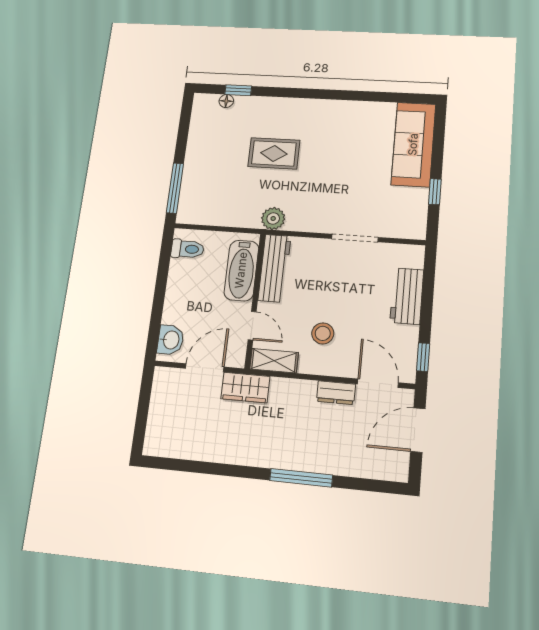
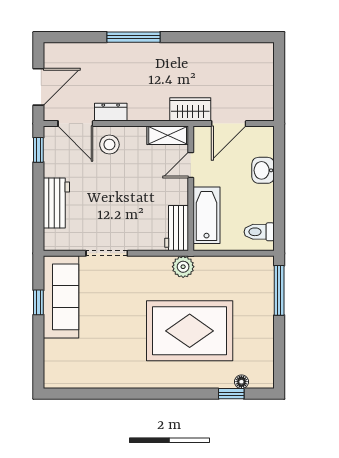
sofa: (413, 144) -> (61, 297), moved
rug: (274, 153) -> (190, 331), width x1.86, depth x2.06
workbench: (274, 268) -> (177, 228), width x0.73
door: (252, 326) -> (191, 165), hinge flipped
stool: (323, 333) -> (109, 145), moved
washbasin: (171, 340) -> (263, 170), moved

